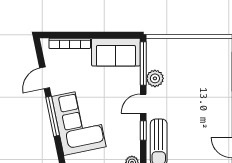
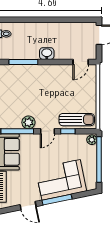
door: (143, 104) -> (47, 131), hinge flipped

